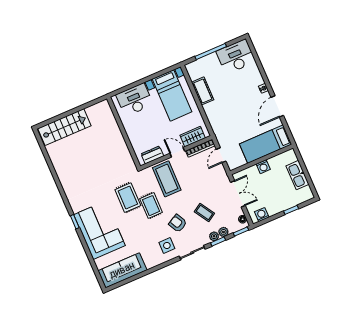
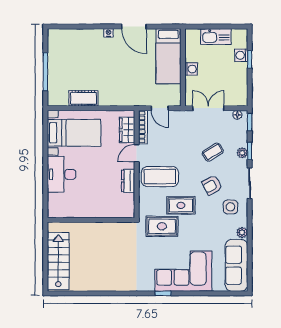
desk: (236, 57) -> (62, 47), removed
wall: (124, 132) -> (91, 220), moved
washing machine: (262, 215) -> (241, 55), moved
plant: (223, 232) -> (242, 232), moved

